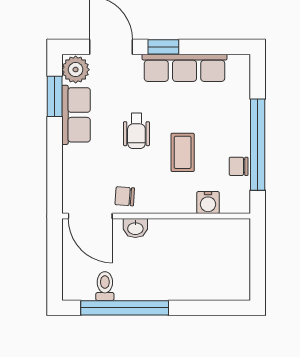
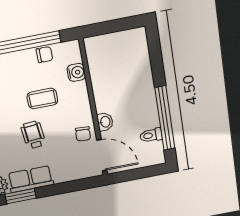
wheelchair: (136, 131) -> (33, 135), turned -95
chair: (239, 166) -> (44, 55), turned -90
door: (90, 216) -> (102, 155), hinge flipped

